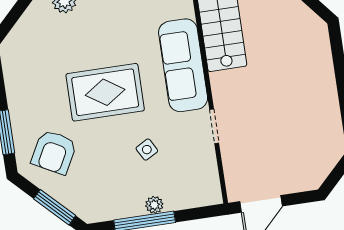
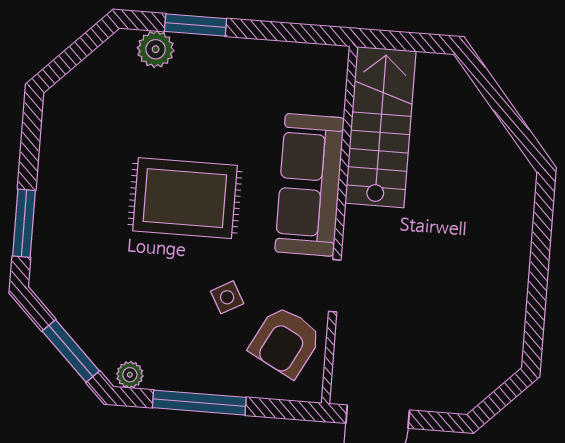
armchair: (54, 152) -> (285, 342), moved
plant: (154, 205) -> (130, 375), moved

